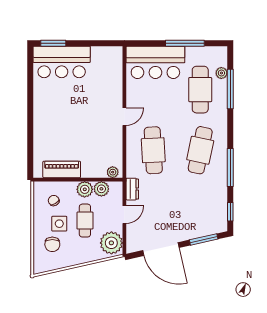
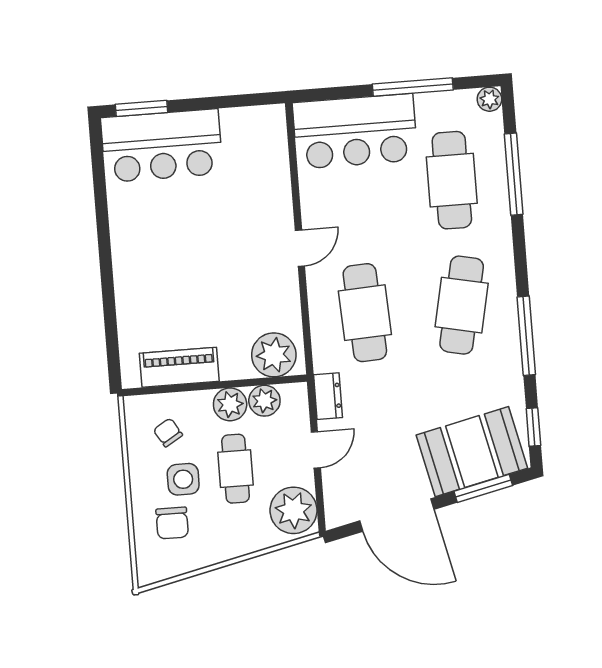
plant: (221, 73) -> (489, 99), moved
plant: (113, 172) -> (274, 355), width x1.87, depth x1.87
booth: (200, 221) -> (472, 452), added

